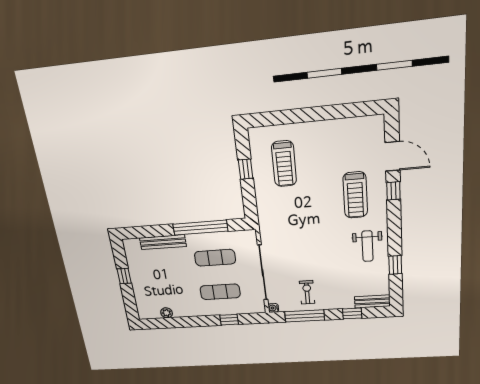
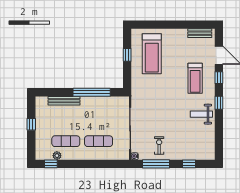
treadmill: (284, 164) -> (152, 54), width x1.37, depth x1.38
weight bench: (368, 246) -> (201, 114), turned 90
exercise mat: (215, 258) -> (66, 141), moved
window: (395, 265) -> (219, 103), moved
bench: (372, 301) -> (200, 33), moved
window: (229, 320) -> (51, 164), moved

